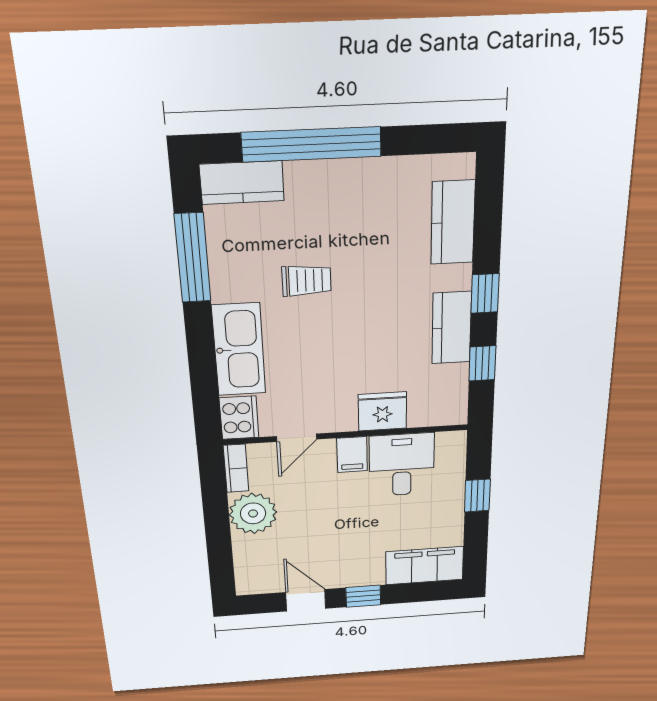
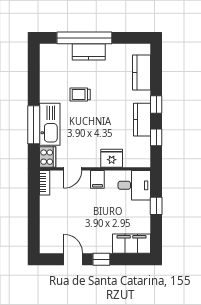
kitchen counter: (242, 183) -> (89, 52), moved
window: (193, 258) -> (34, 125), moved
trolley: (307, 281) -> (80, 95), turned 180
desk: (402, 465) -> (134, 185), moved, turned 90
plant: (253, 513) -> (51, 207), removed

